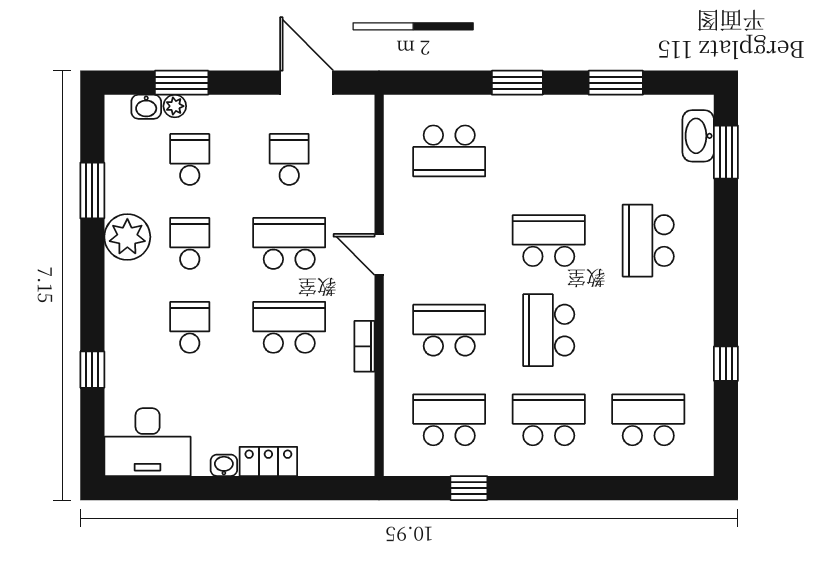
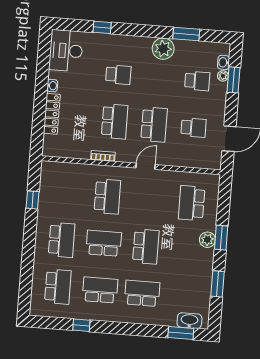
plant: (524, 111) -> (207, 240), added
school desk: (190, 243) -> (158, 78), removed
school desk: (449, 420) -> (100, 290), moved, turned -90
locker: (268, 461) -> (52, 114), width x1.53

